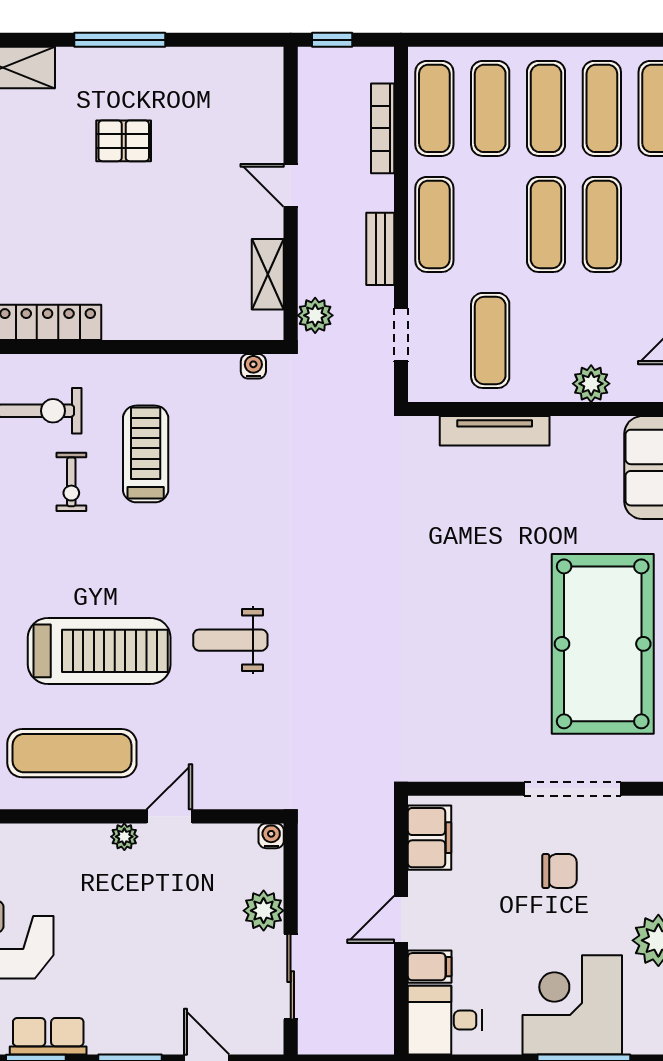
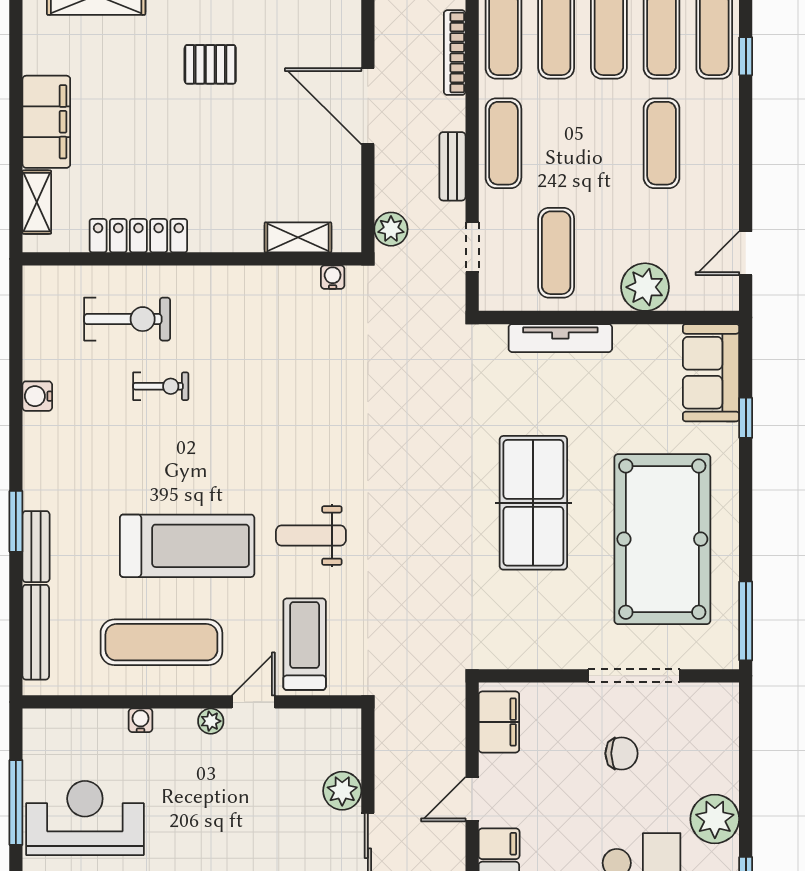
door: (291, 185) -> (368, 106), width x1.88
exercise mat: (546, 224) -> (609, 143), removed
shelving: (268, 274) -> (298, 237), moved, turned 90
plant: (591, 384) -> (645, 287), width x1.36, depth x1.36
treadmill: (146, 454) -> (305, 644), moved
exercise bike: (71, 482) -> (161, 386), turned -90
table tennis table: (466, 605) -> (533, 503), added
water cooler: (271, 836) -> (141, 720), moved

